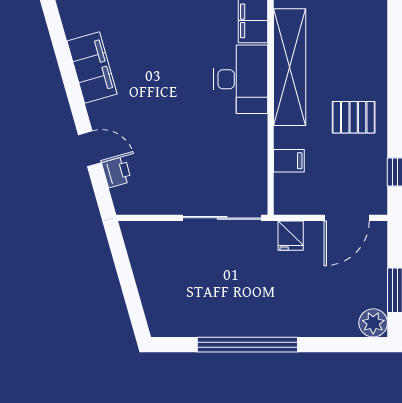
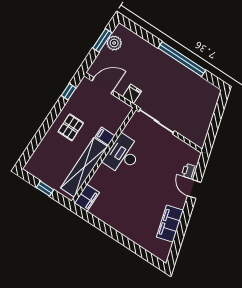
desk: (241, 79) -> (123, 155), moved
pallet: (354, 117) -> (71, 127), turned 90
filing cabinet: (289, 161) -> (105, 136), moved
plant: (373, 323) -> (114, 43), moved

